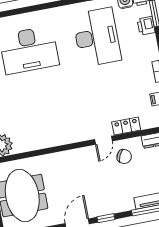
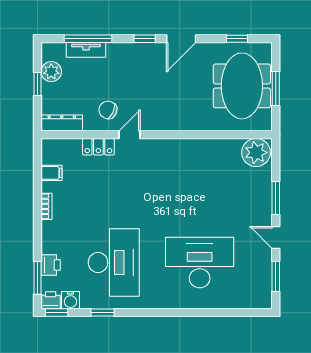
desk: (97, 37) -> (114, 263), turned 180

